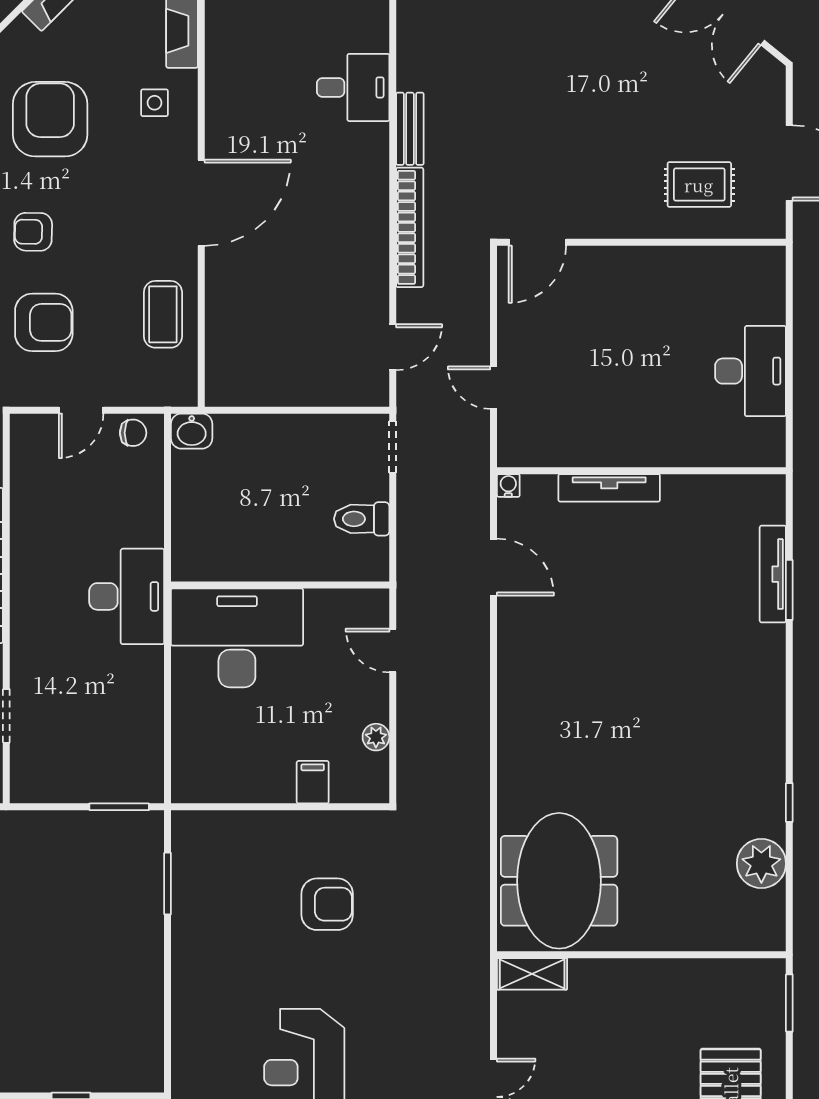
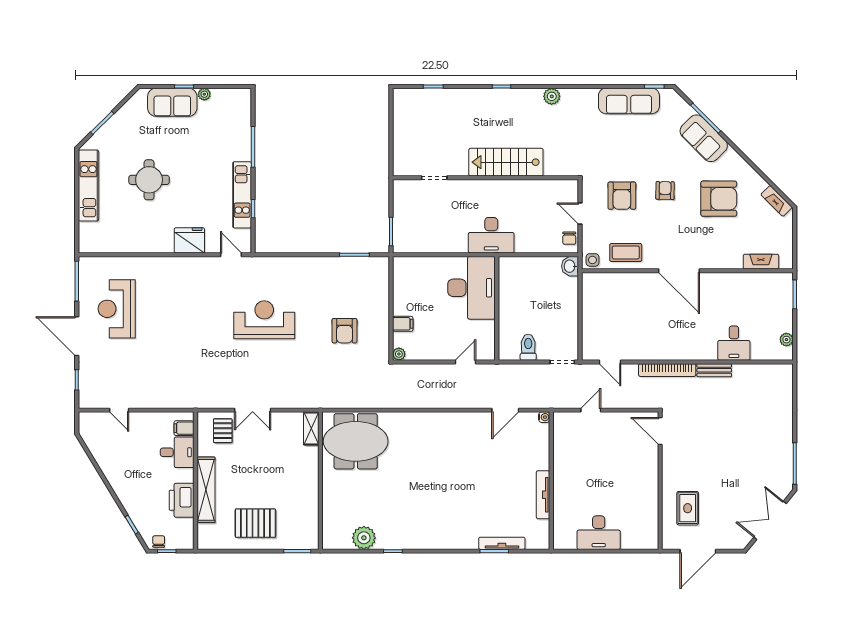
side table: (155, 103) -> (592, 260), moved
tv unit: (609, 488) -> (543, 495), moved
plant: (376, 737) -> (399, 354), moved

